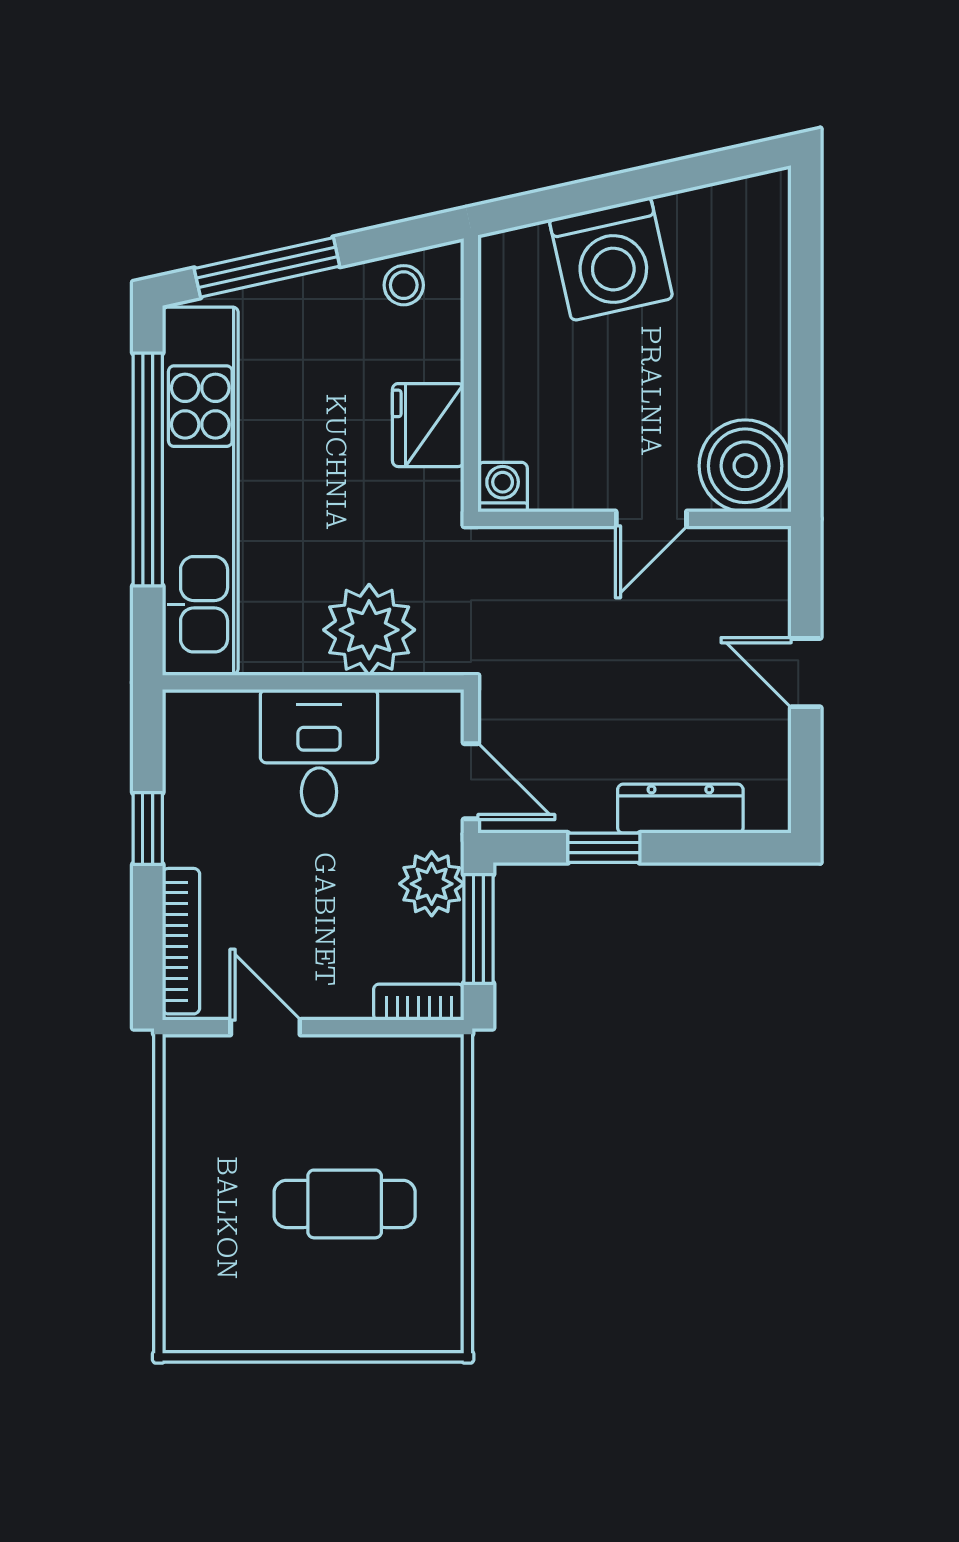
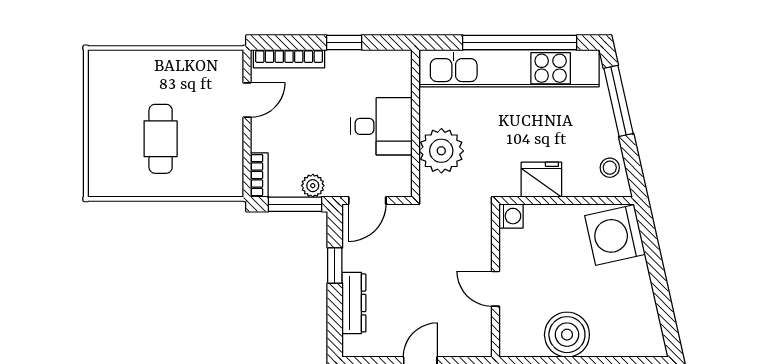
washing machine: (611, 259) -> (615, 235), moved
boiler: (745, 466) -> (567, 335), moved
plant: (432, 884) -> (313, 186), width x0.73, depth x0.73

